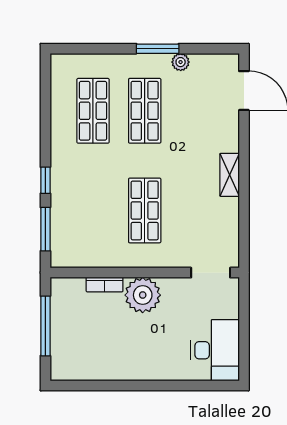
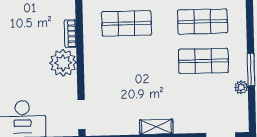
shop shelf: (145, 210) -> (127, 23), moved

